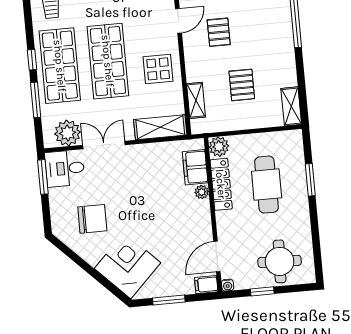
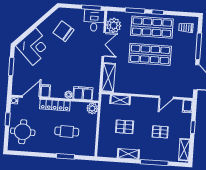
door: (178, 21) -> (166, 97), hinge flipped
pallet: (219, 32) -> (160, 132), moved
display table: (158, 69) -> (141, 82), removed
shelving: (291, 106) -> (128, 154), moved
locker: (221, 184) -> (55, 105), moved
cafe table: (267, 185) -> (67, 132), width x0.73, depth x0.74
chair: (92, 219) -> (64, 31), turned 122
door: (217, 257) -> (31, 97), hinge flipped
filing cabinet: (206, 285) -> (45, 91), moved

